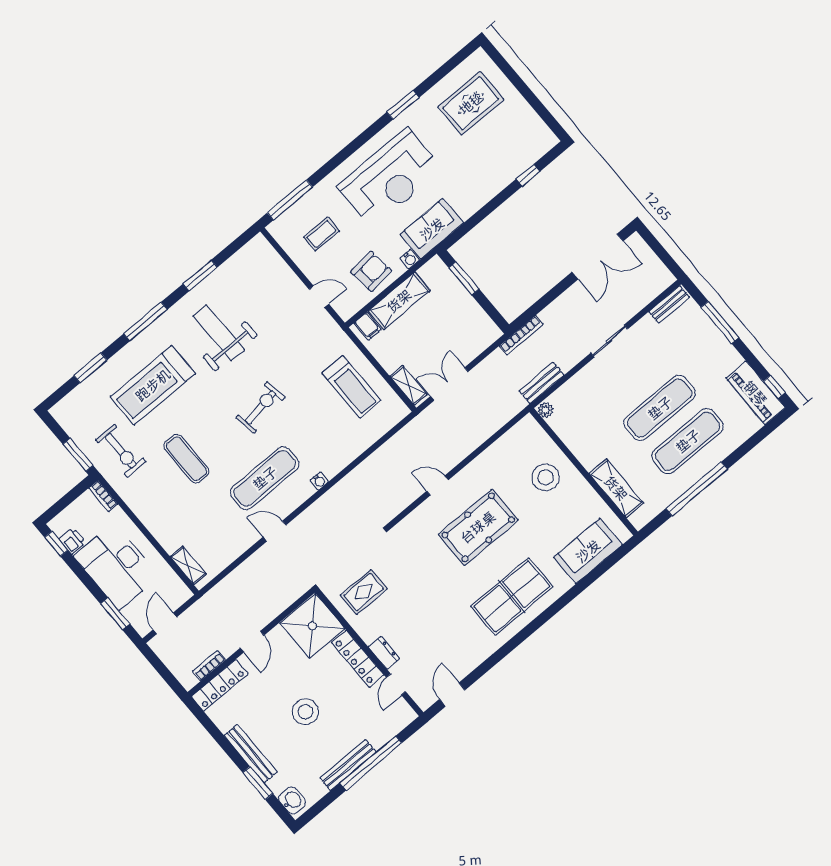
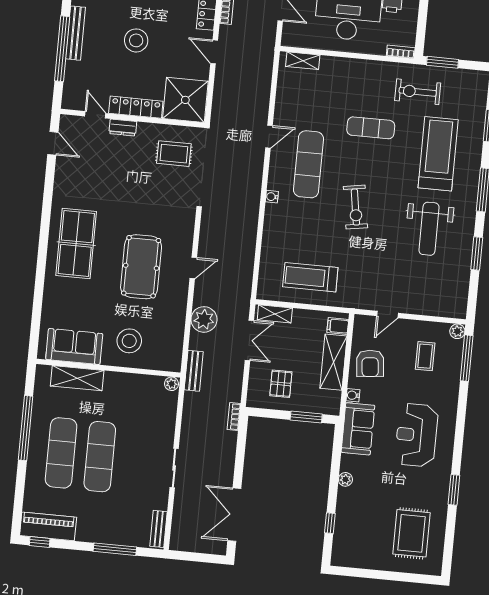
reception desk: (390, 178) -> (416, 435), width x0.74, depth x0.77
plant: (481, 198) -> (345, 479), added
plant: (276, 229) -> (457, 331), added
pallet: (458, 325) -> (281, 384), added
weight bench: (219, 333) -> (429, 229), turned 90
bookcase: (521, 335) -> (234, 417), width x0.64
bench: (542, 383) -> (194, 371), moved
plant: (469, 436) -> (204, 319), added
sofa: (588, 551) -> (74, 346), moved, turned -90
rug: (364, 592) -> (174, 154), turned 90

